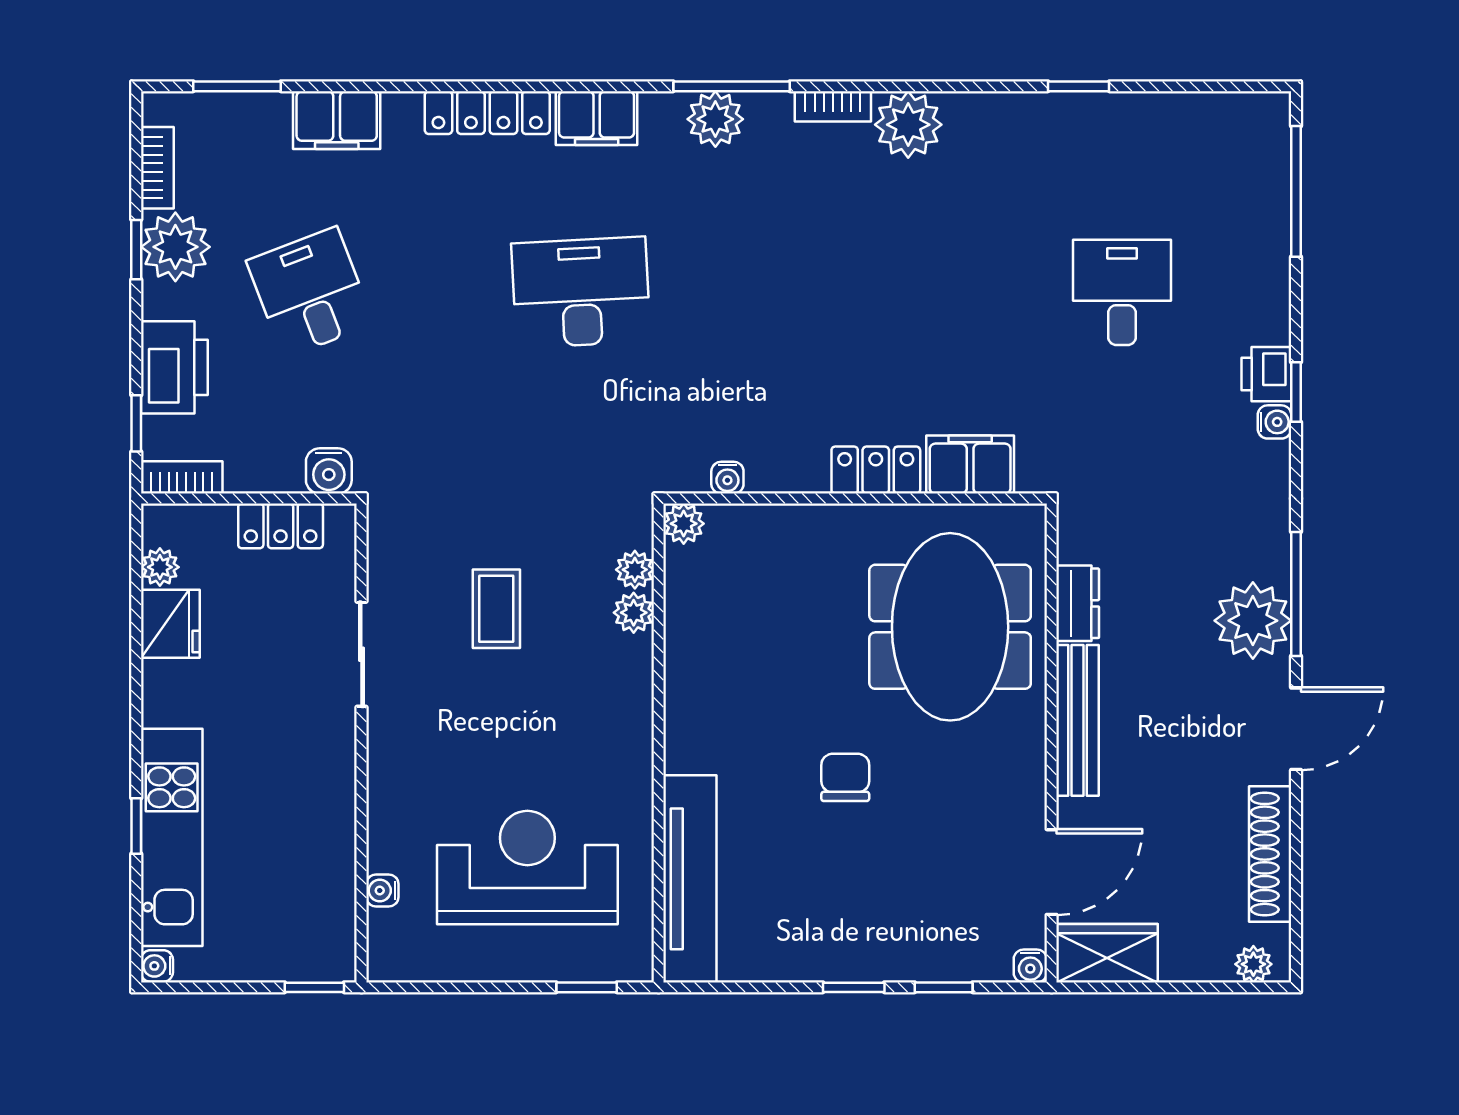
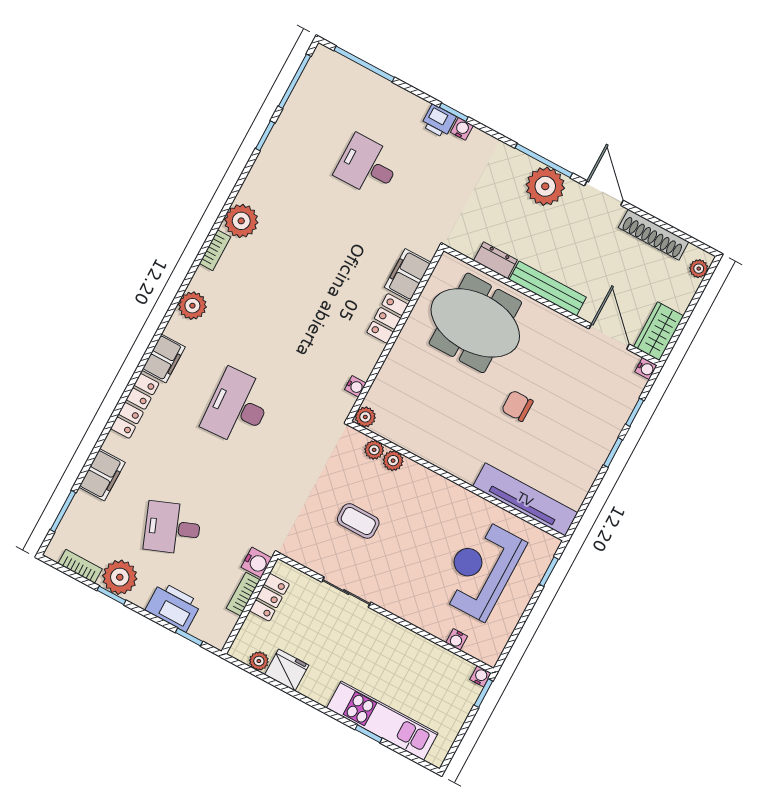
window: (732, 86) -> (294, 81), moved
bookcase: (182, 477) -> (243, 594), moved
water cooler: (157, 966) -> (481, 676), moved, turned 180

